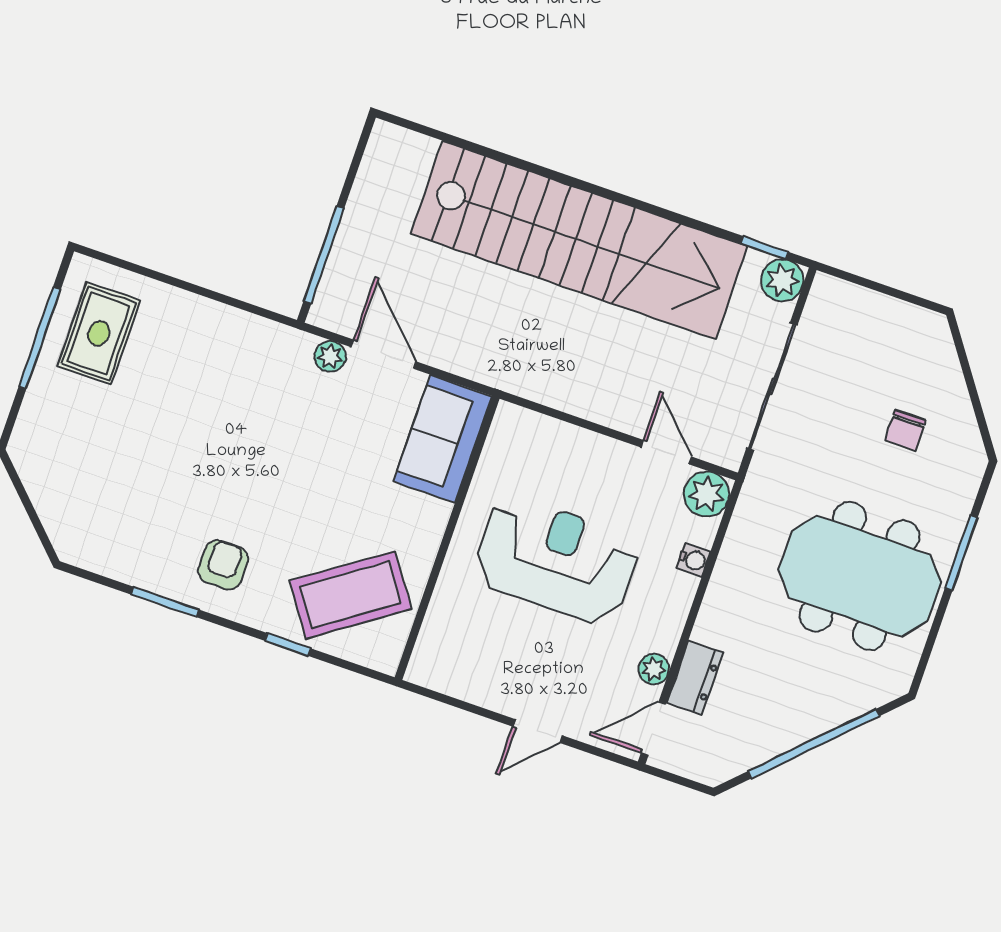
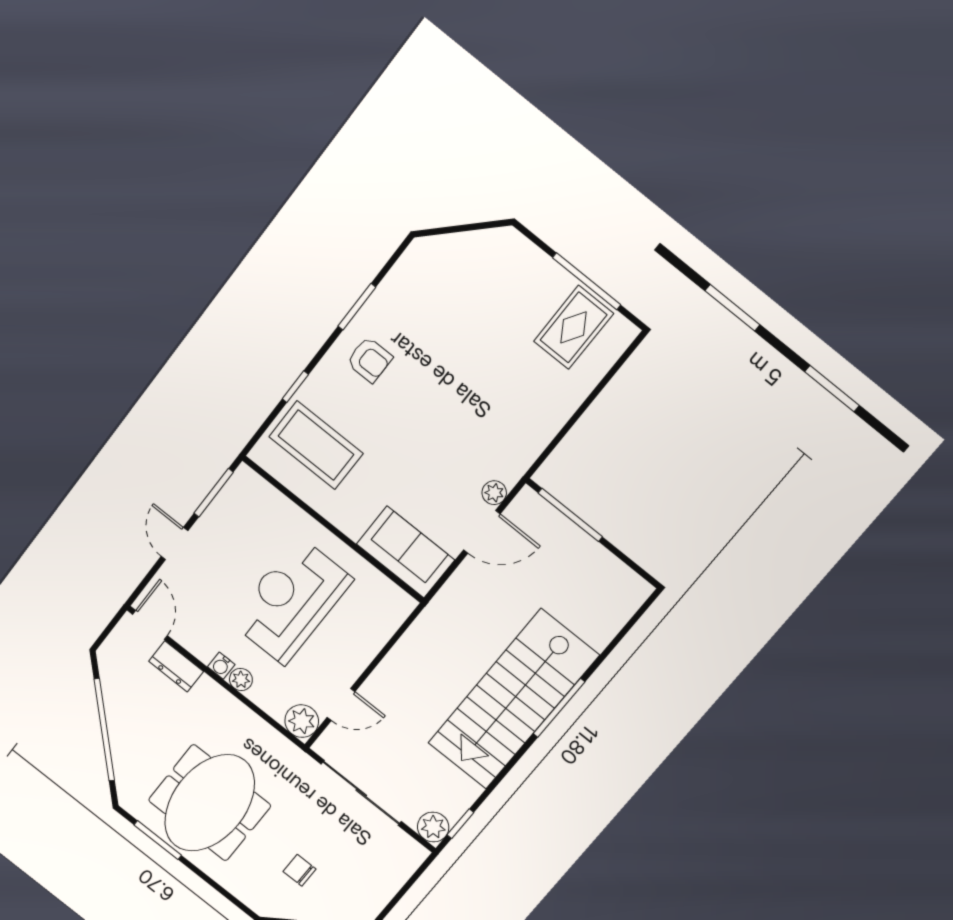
window: (569, 180) -> (559, 708), added
stairs: (579, 240) -> (513, 699), width x0.73
rug: (99, 333) -> (574, 327), turned 90
window: (961, 553) -> (158, 840), moved
reception desk: (556, 560) -> (291, 601), turned 180
water cooler: (693, 560) -> (221, 666), moved
coffee table: (350, 595) -> (316, 445), turned -55
plant: (654, 669) -> (241, 679), moved
window: (455, 702) -> (214, 493), added

